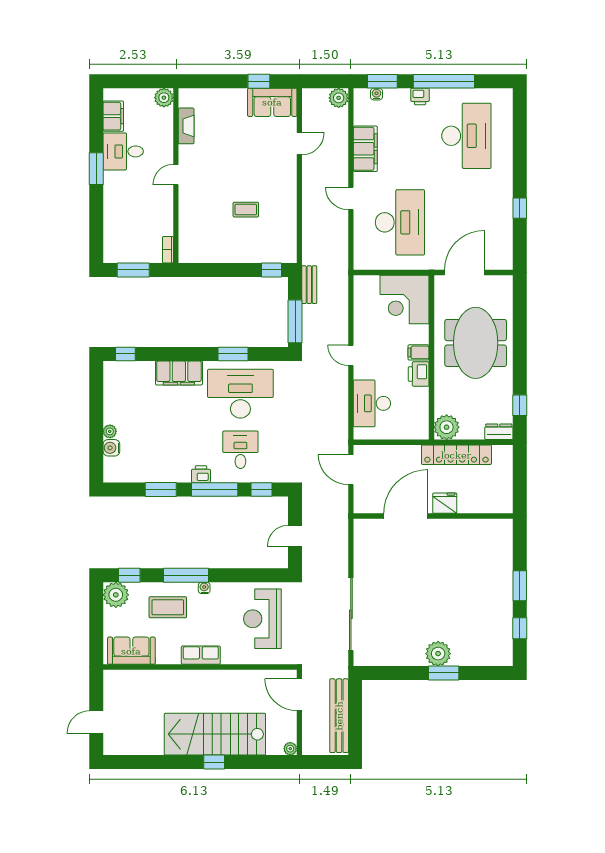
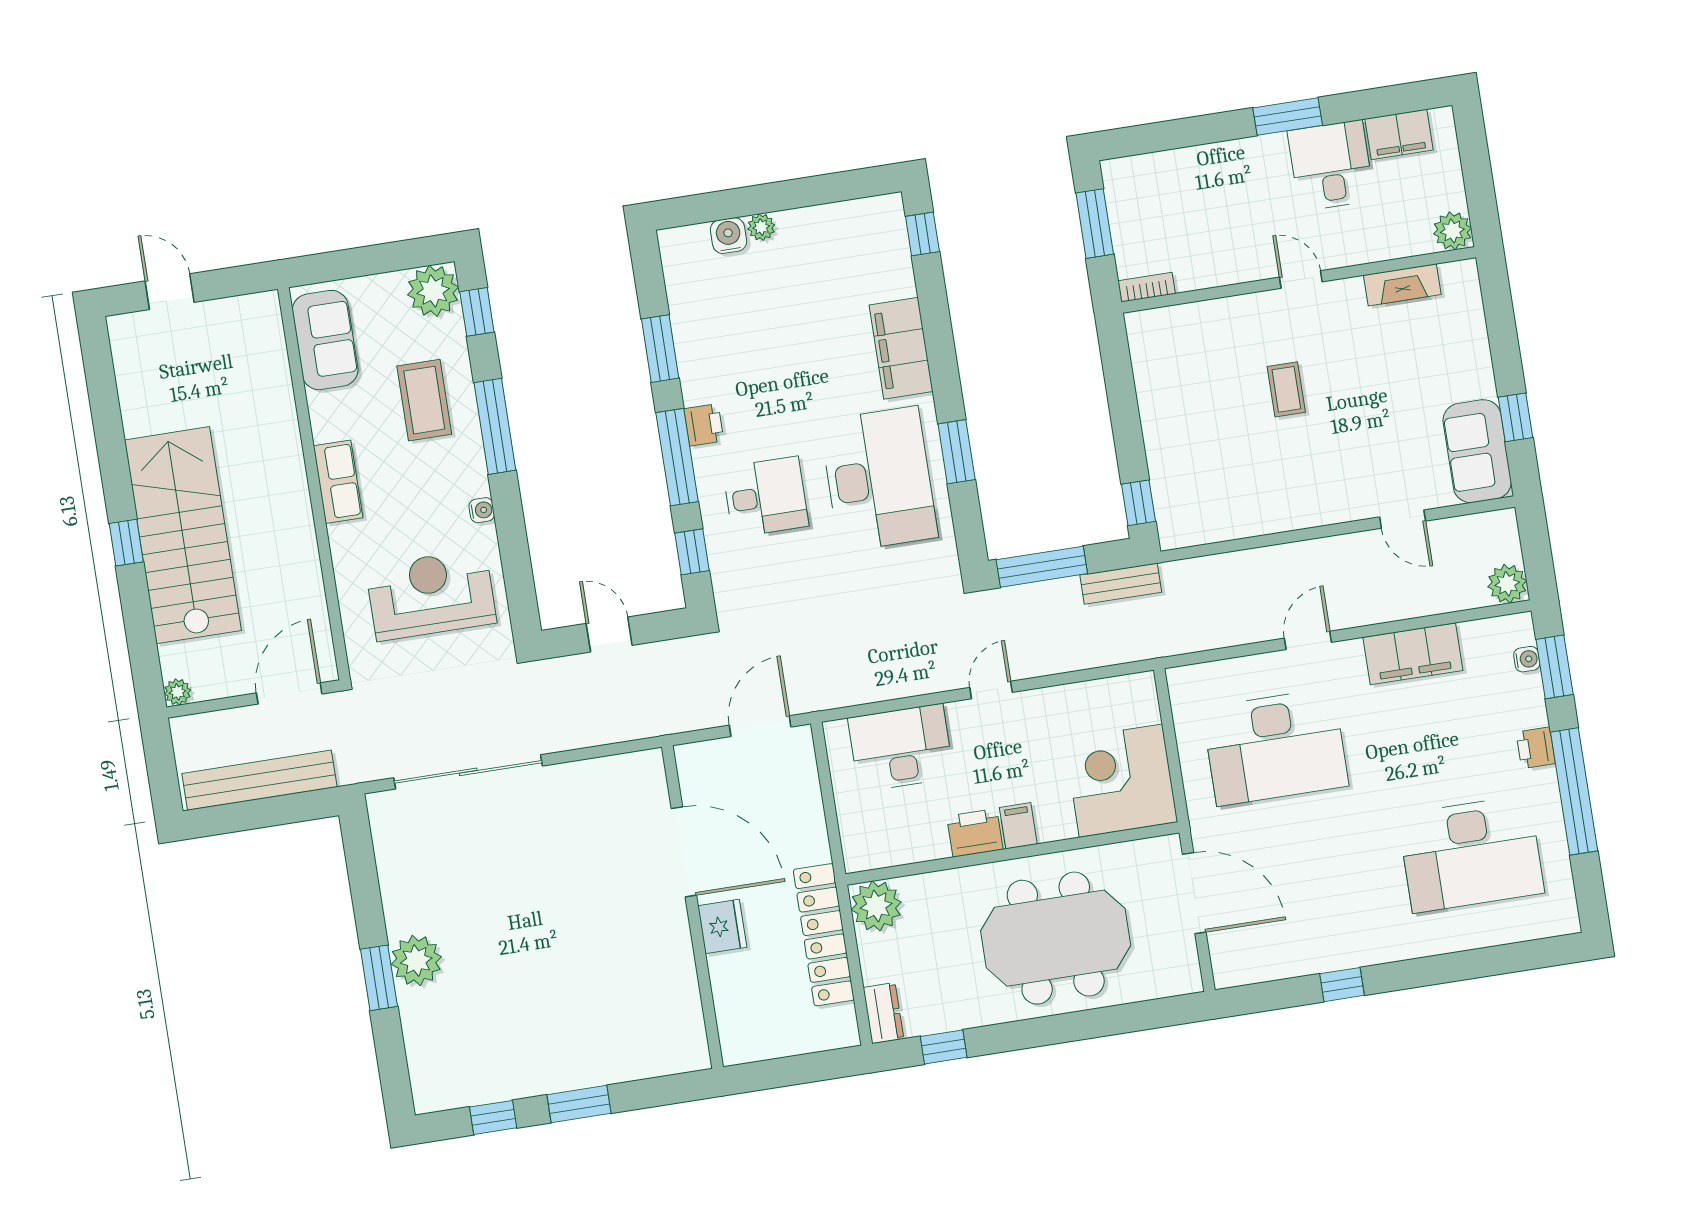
coffee table: (246, 210) -> (1286, 389), moved
water cooler: (204, 588) -> (482, 510), moved

